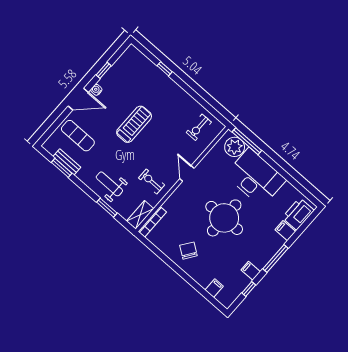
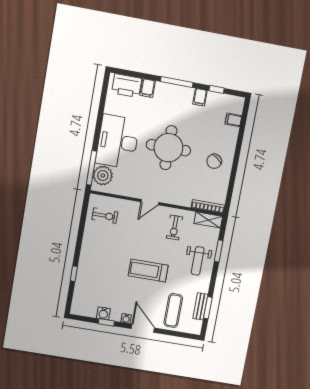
water cooler: (113, 73) -> (103, 313), added
treadmill: (134, 124) -> (148, 270), moved

